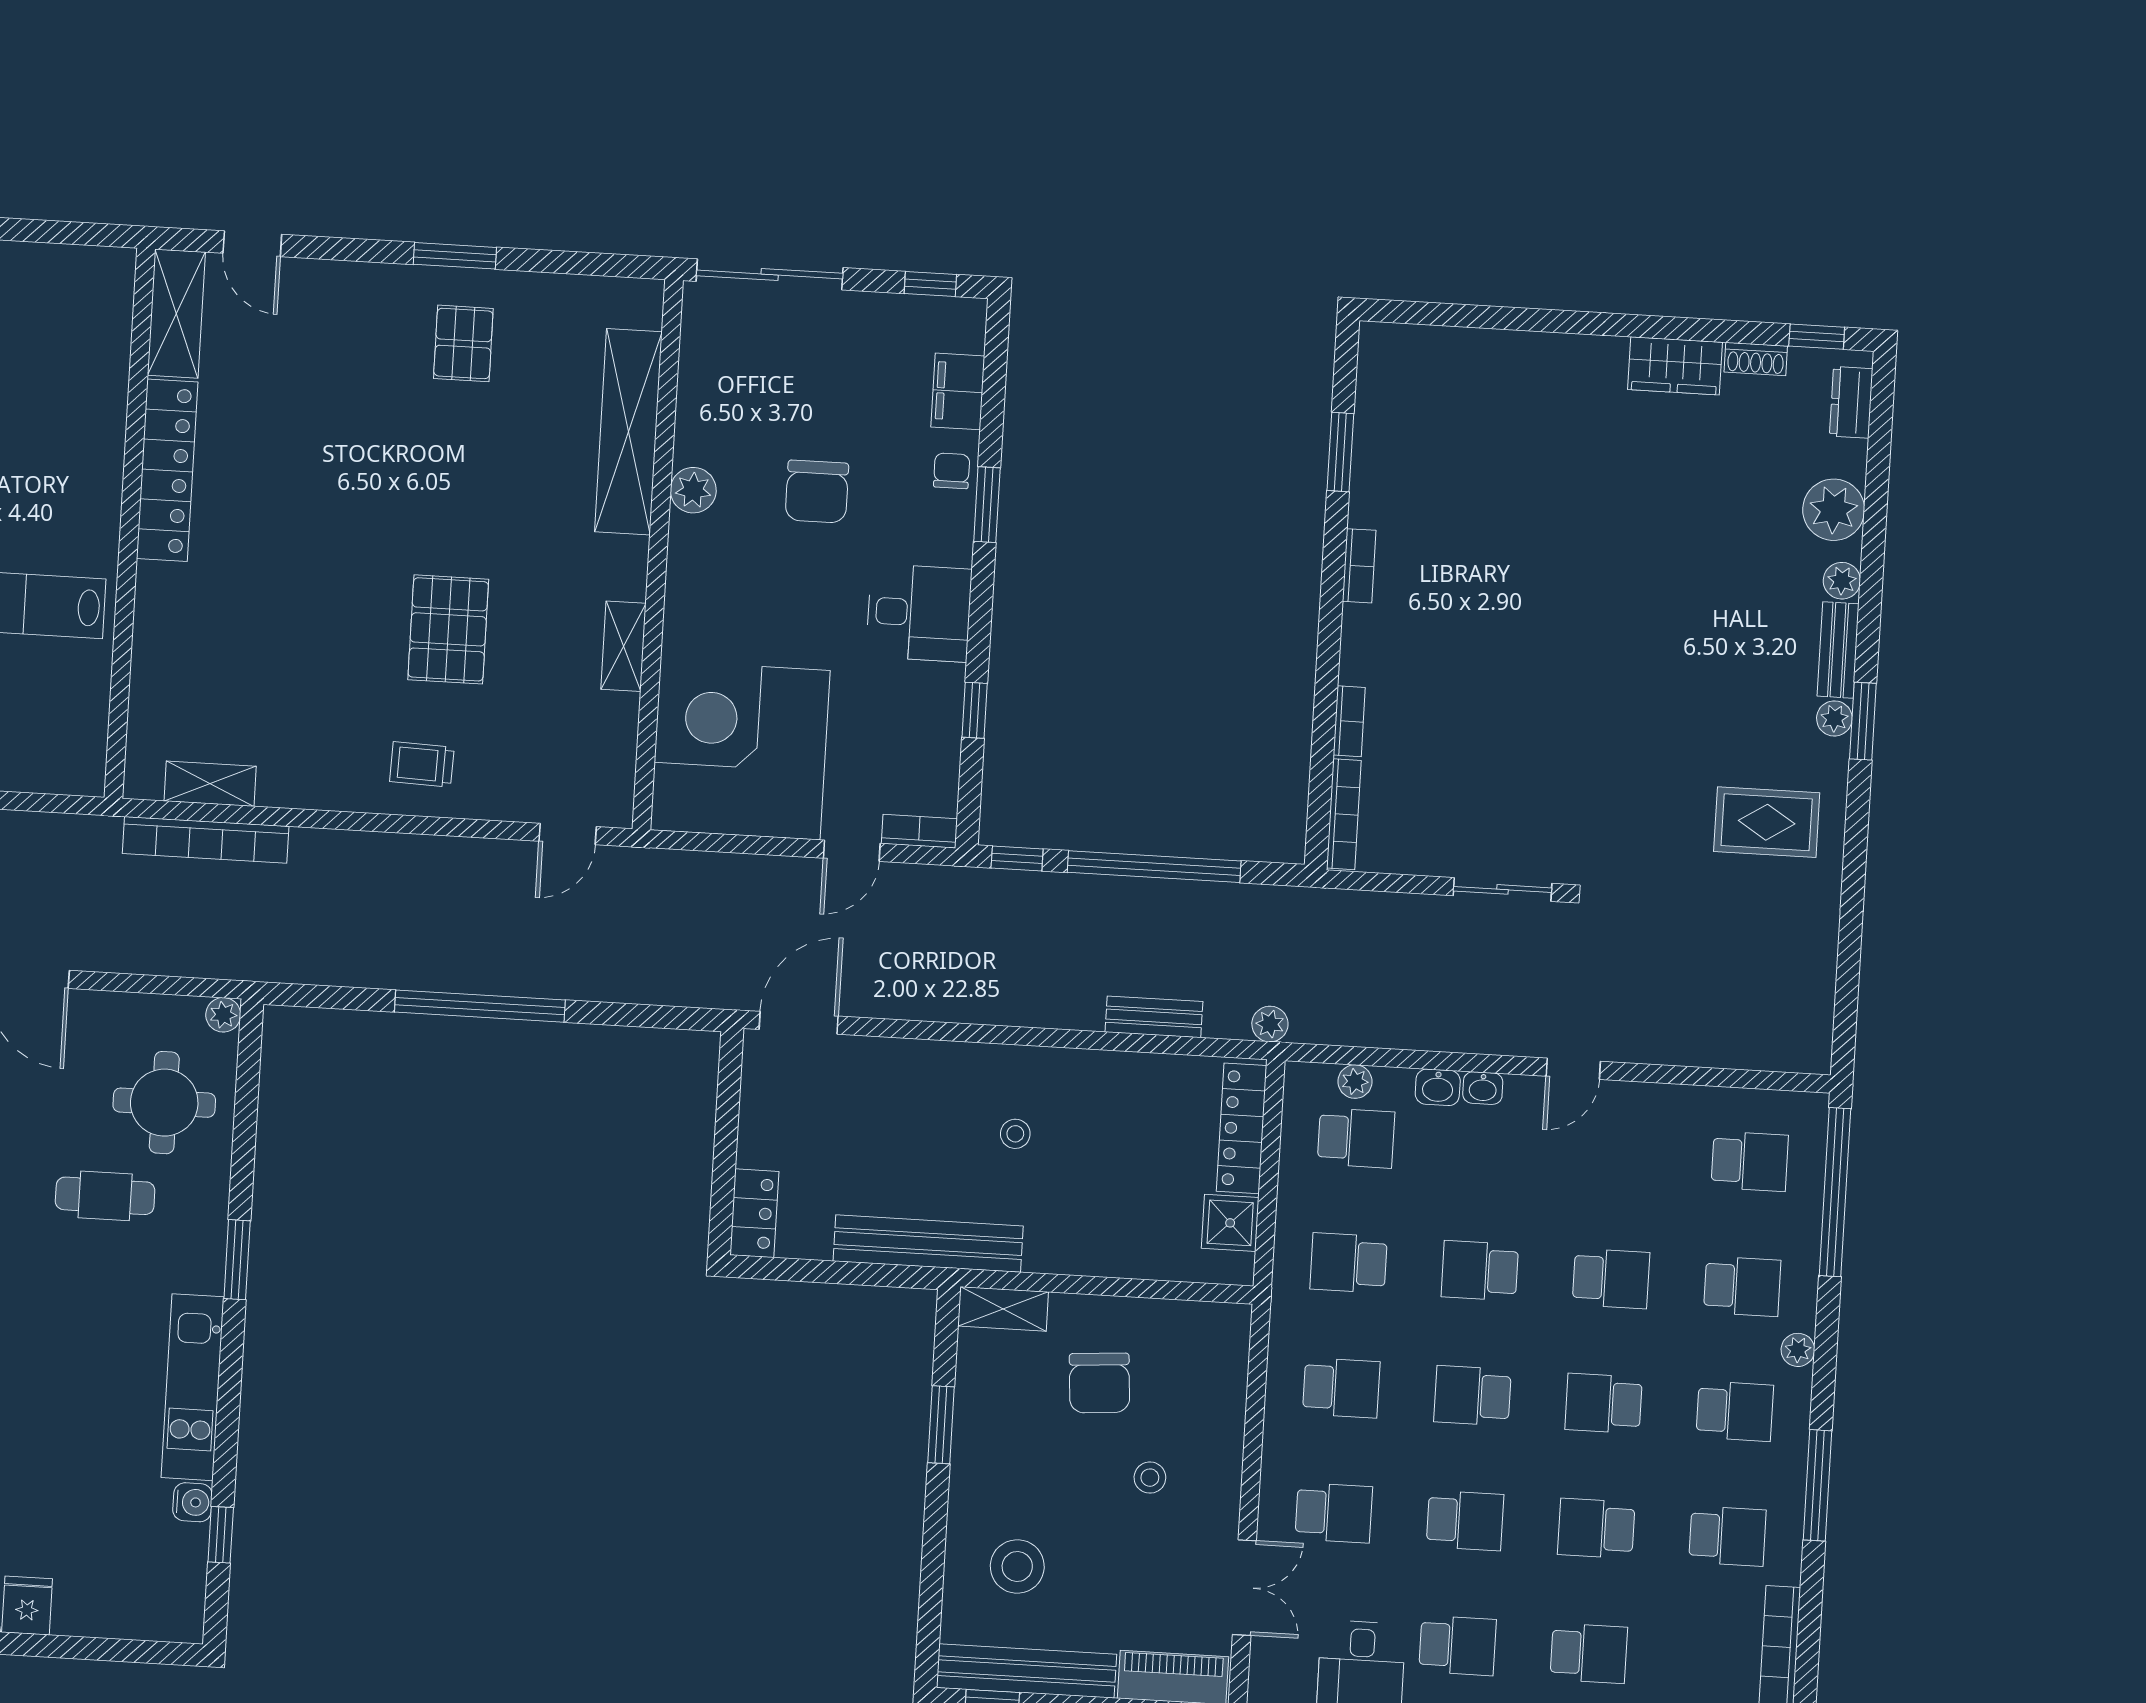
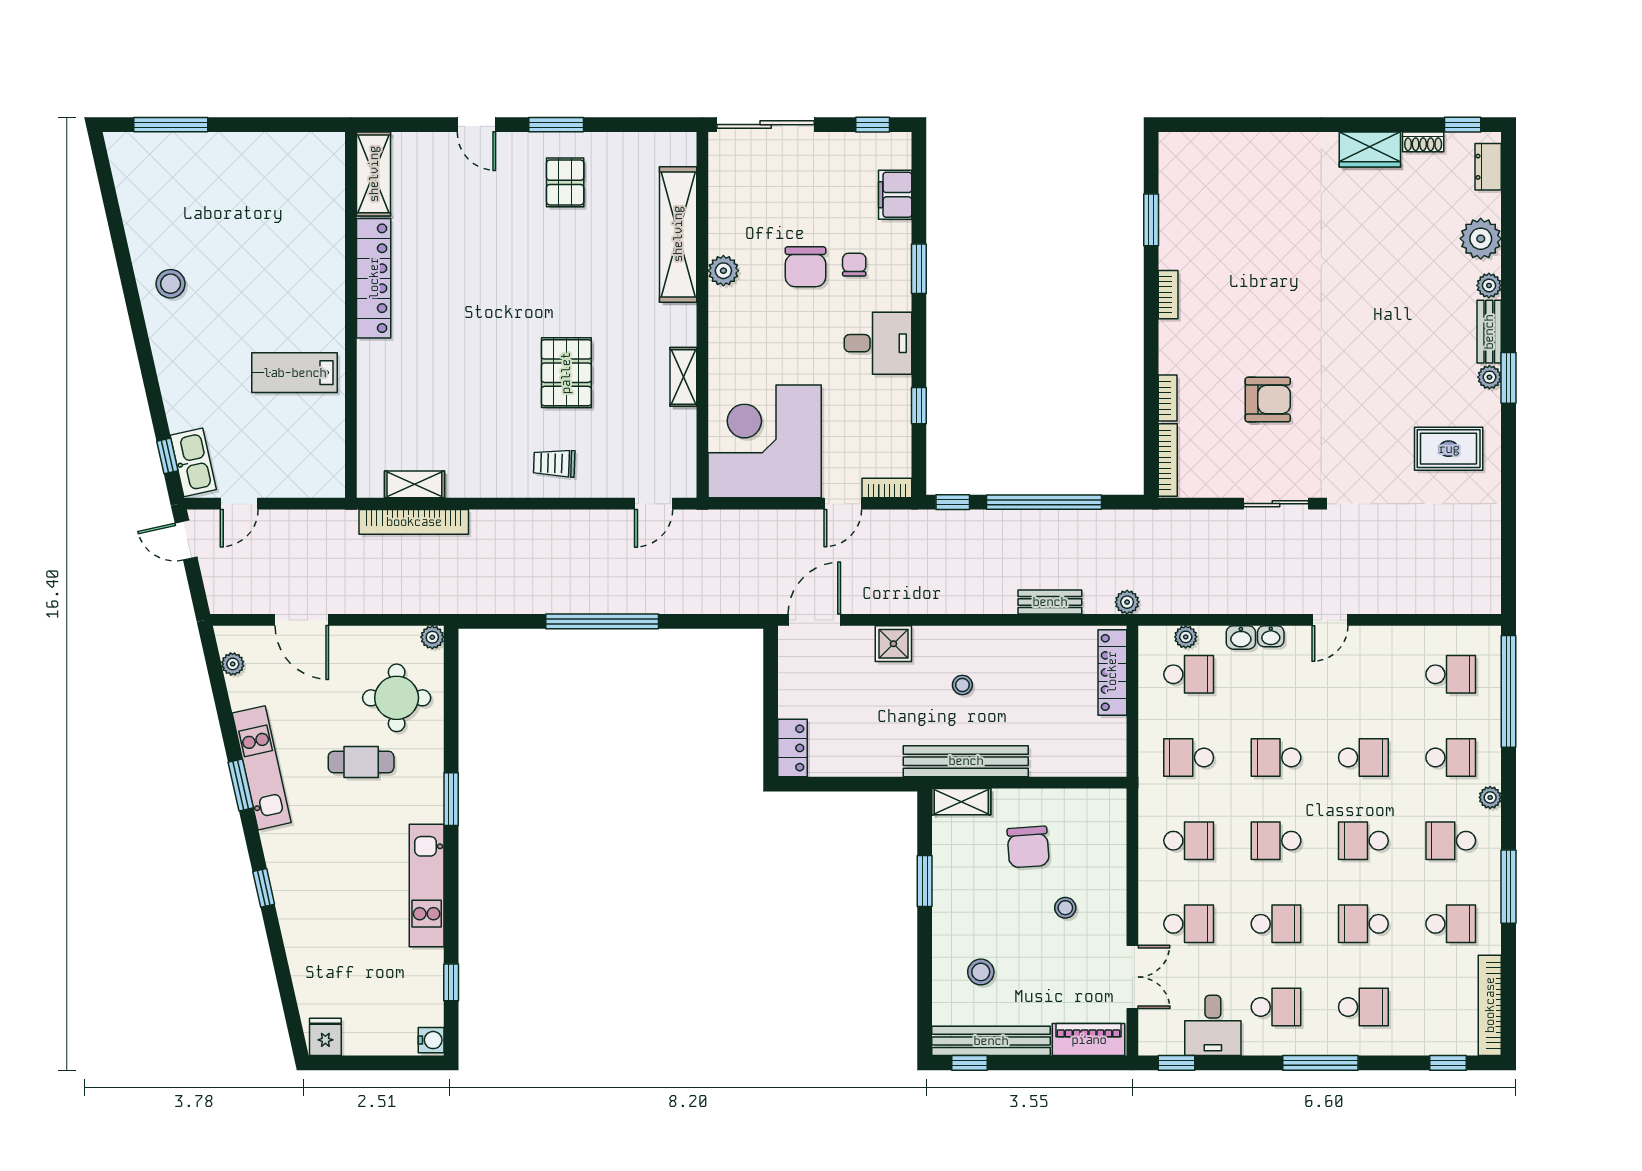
door: (252, 244) -> (476, 125), moved
chair: (952, 471) -> (854, 265), moved
armchair: (1499, 732) -> (1268, 400), added
shower: (1230, 1223) -> (893, 644), moved
bench: (928, 1244) -> (966, 761), moved
school desk: (1735, 1411) -> (1451, 841), turned 180
water cooler: (192, 1502) -> (431, 1040), moved
stool: (1017, 1566) -> (981, 972), width x0.73, depth x0.73

